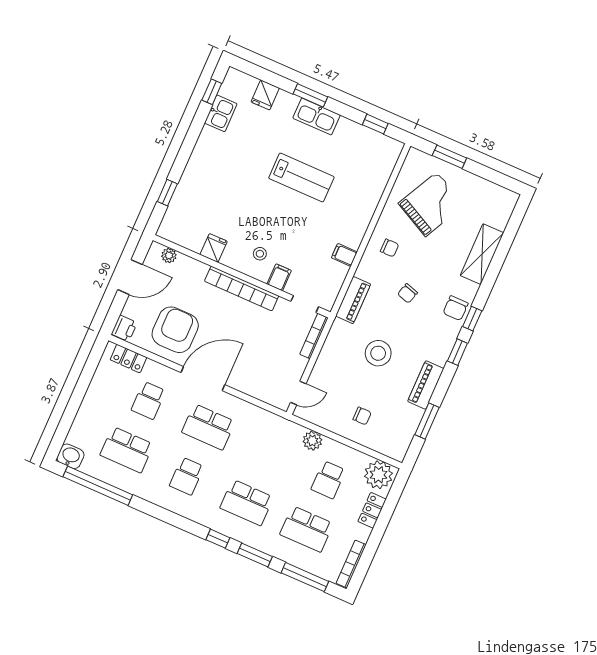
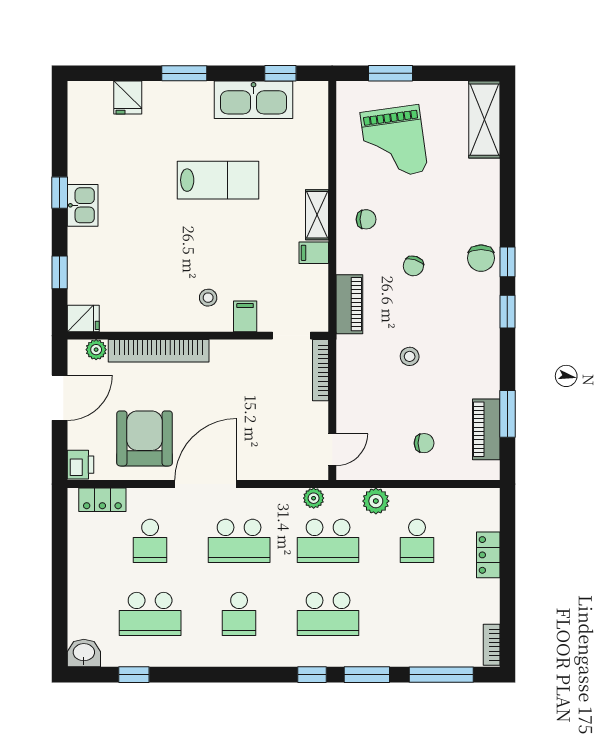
window: (212, 92) -> (60, 193), moved
kitchen sink: (221, 113) -> (83, 205), moved
kitchen sink: (317, 117) -> (254, 100), moved, width x1.36, depth x1.24
grand piano: (431, 204) -> (394, 142), turned 145
shelving: (358, 230) -> (317, 215), added
fridge: (214, 248) -> (83, 318), moved, turned 90
shelving: (482, 254) -> (484, 120), moved
bookcase: (242, 288) -> (159, 351), moved
stool: (378, 353) -> (410, 356), width x0.53, depth x0.53
piano: (426, 385) -> (486, 429), moved
plant: (379, 475) -> (314, 498), moved, width x0.53, depth x0.53
window: (98, 486) -> (134, 675), width x0.32
school desk: (307, 529) -> (328, 541), moved
bookcase: (351, 564) -> (492, 645), width x0.64

